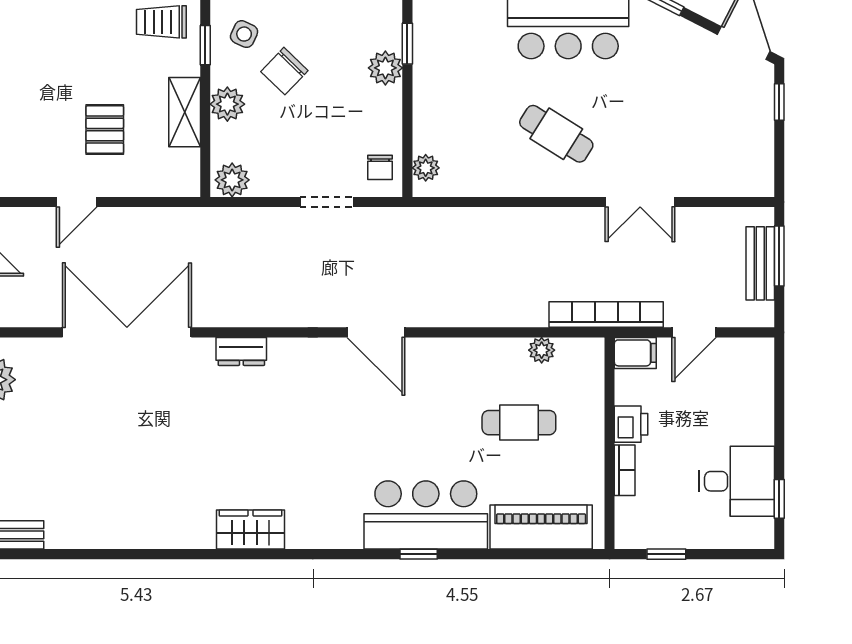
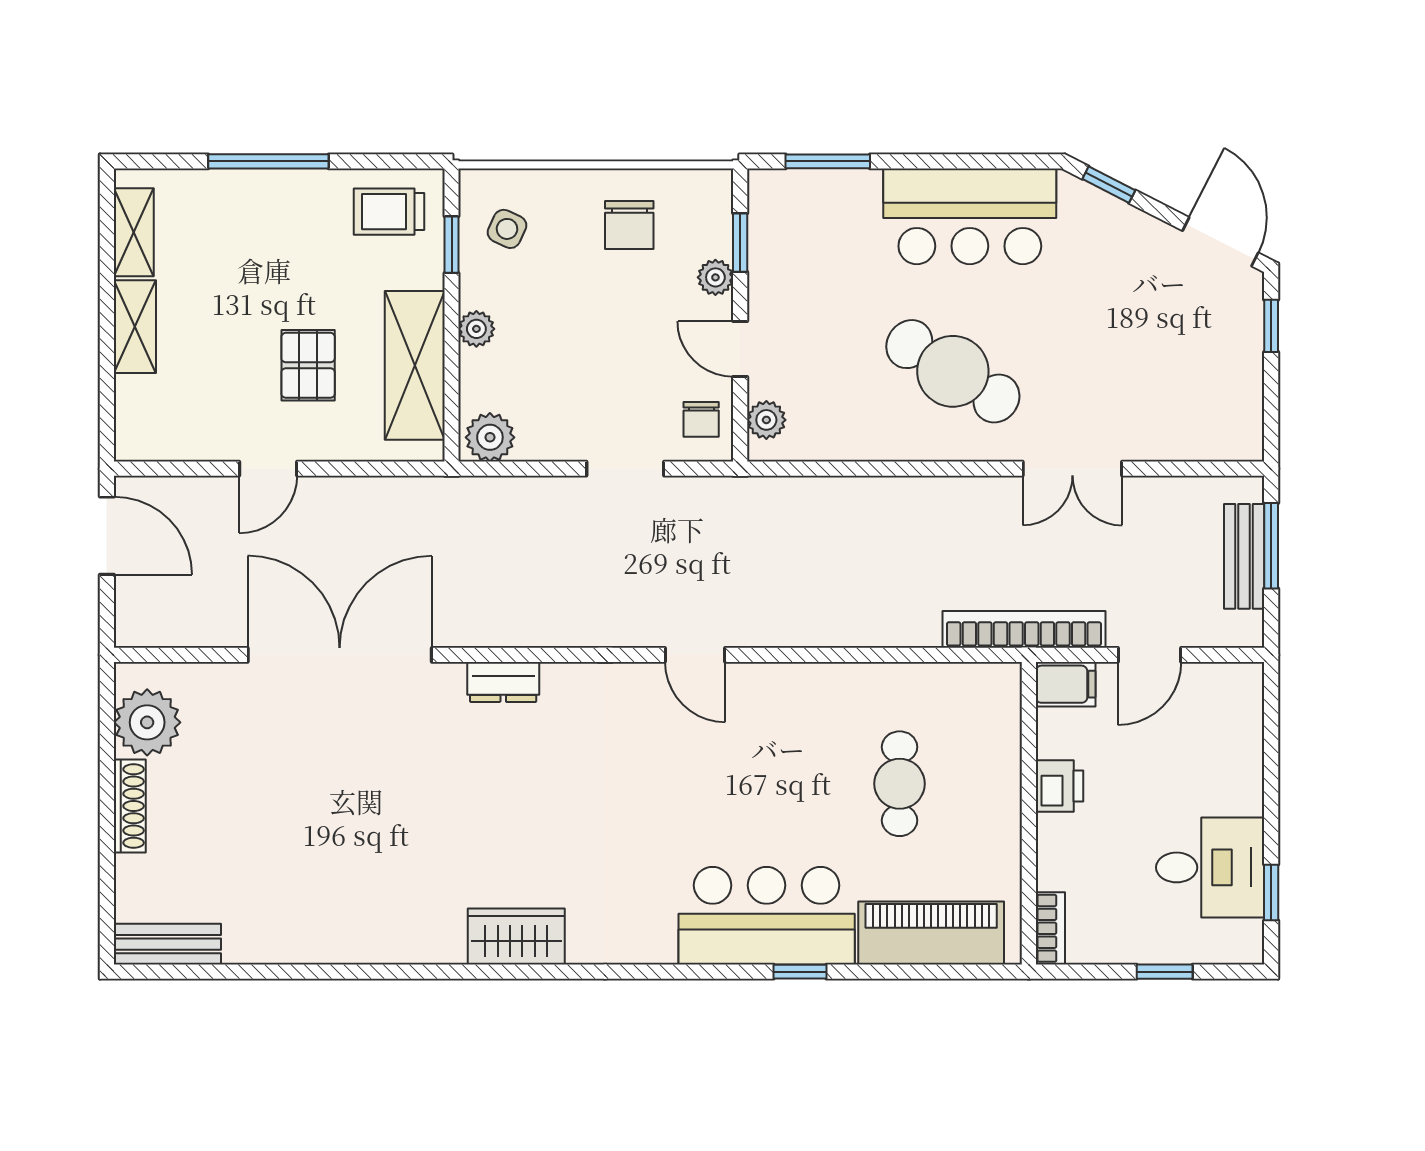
plant: (385, 68) -> (715, 277), width x0.73, depth x0.73
chair: (284, 71) -> (629, 225), moved, turned -44
plant: (227, 104) -> (476, 329), width x0.73, depth x0.73
shelving: (185, 112) -> (415, 365), width x1.50, depth x1.33
door: (407, 118) -> (740, 349), added
cafe table: (556, 134) -> (953, 371), width x1.37, depth x1.35
door: (376, 332) -> (695, 655), width x0.73
plant: (542, 350) -> (932, 680), removed
cafe table: (519, 423) -> (900, 784), turned 90
bookcase: (625, 470) -> (1050, 928), moved
window: (419, 554) -> (800, 972), moved
window: (666, 554) -> (1165, 972), moved

